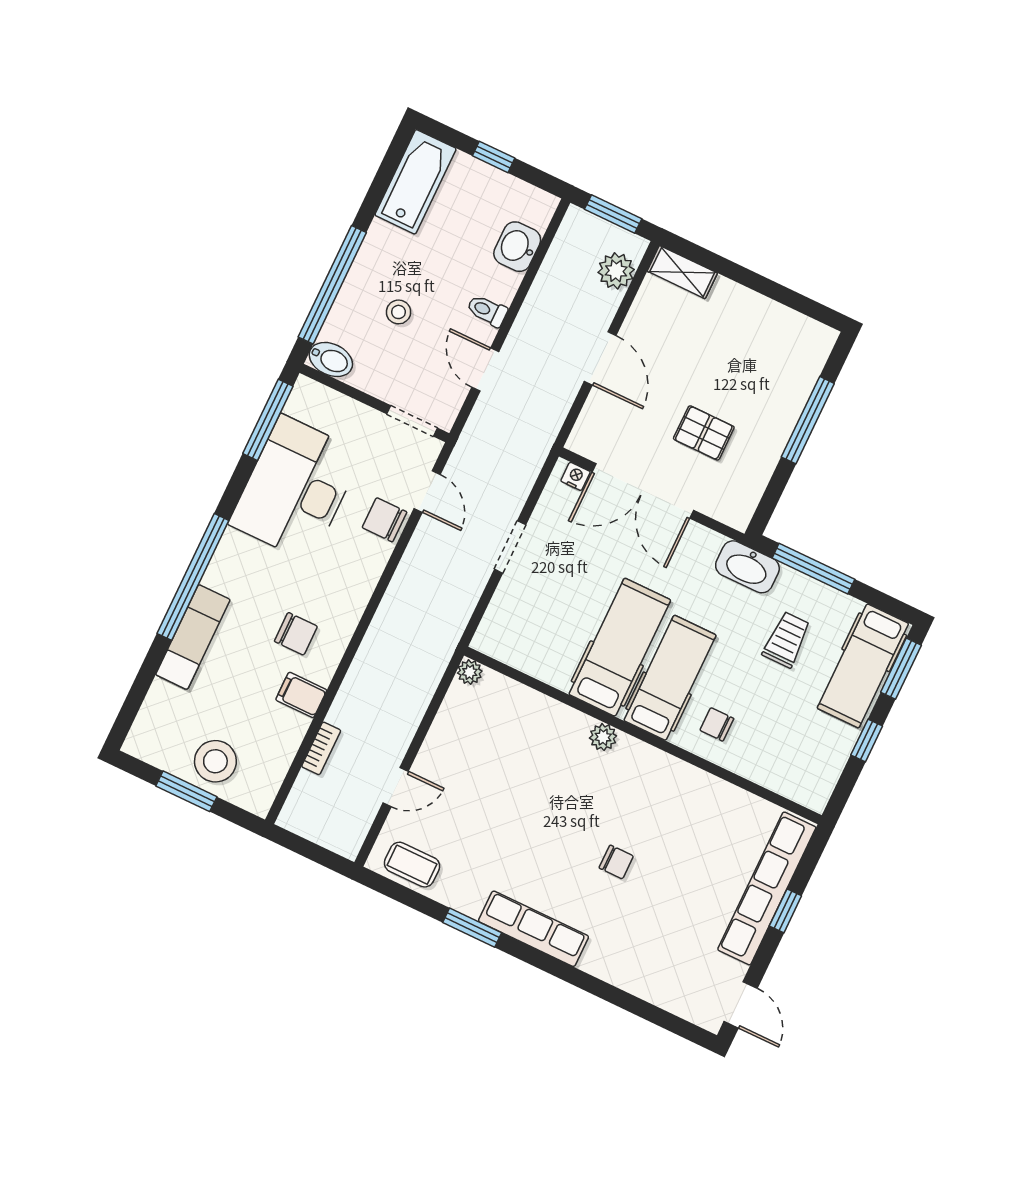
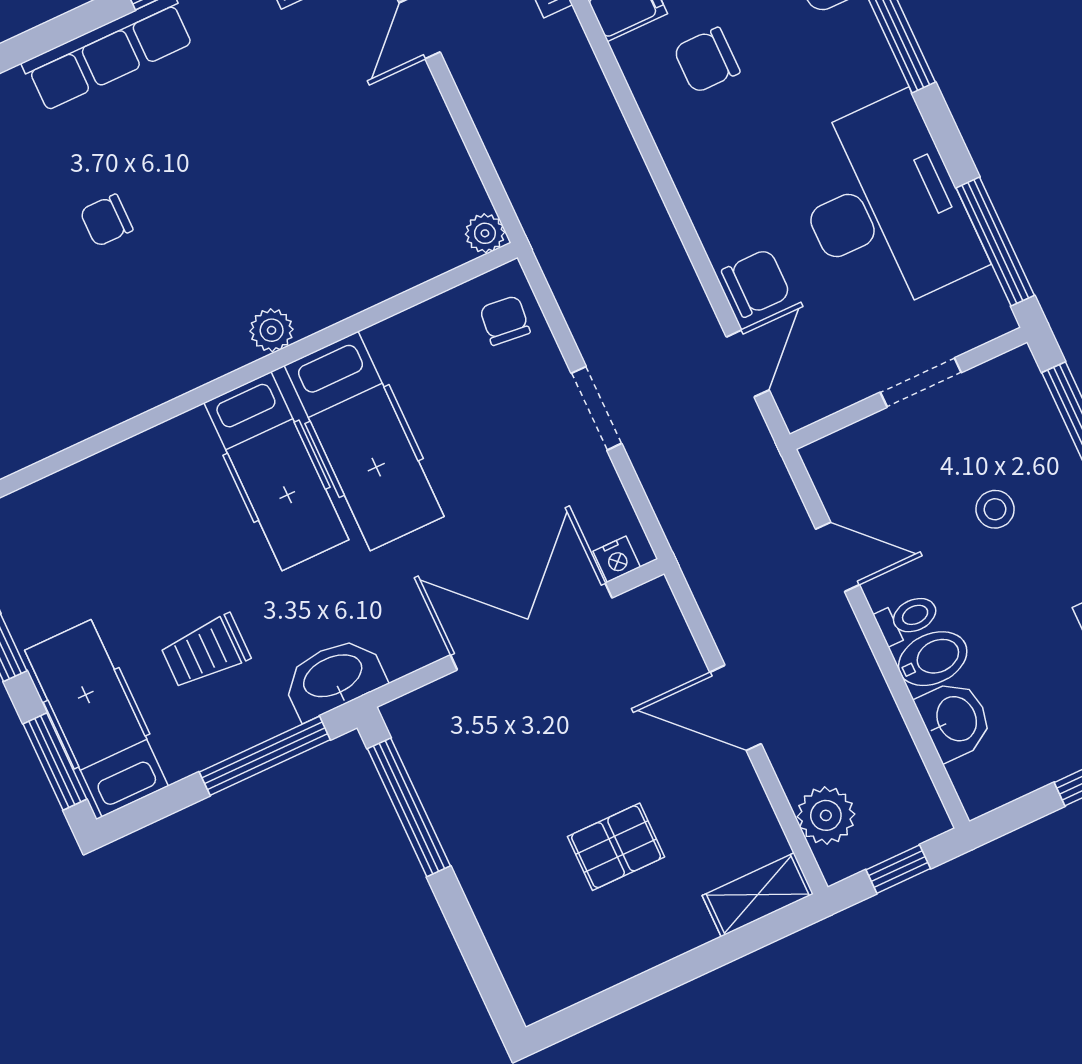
window: (613, 214) -> (898, 869), width x0.67
bidet: (331, 359) -> (933, 659), moved, turned 180
window: (808, 420) -> (409, 807), moved
doorway: (412, 421) -> (921, 382), moved
pallet: (704, 433) -> (616, 847), moved
door: (427, 491) -> (748, 363), swing flipped
trolley: (786, 640) -> (205, 651), turned 90
chair: (717, 724) -> (505, 320), moved, turned -84

